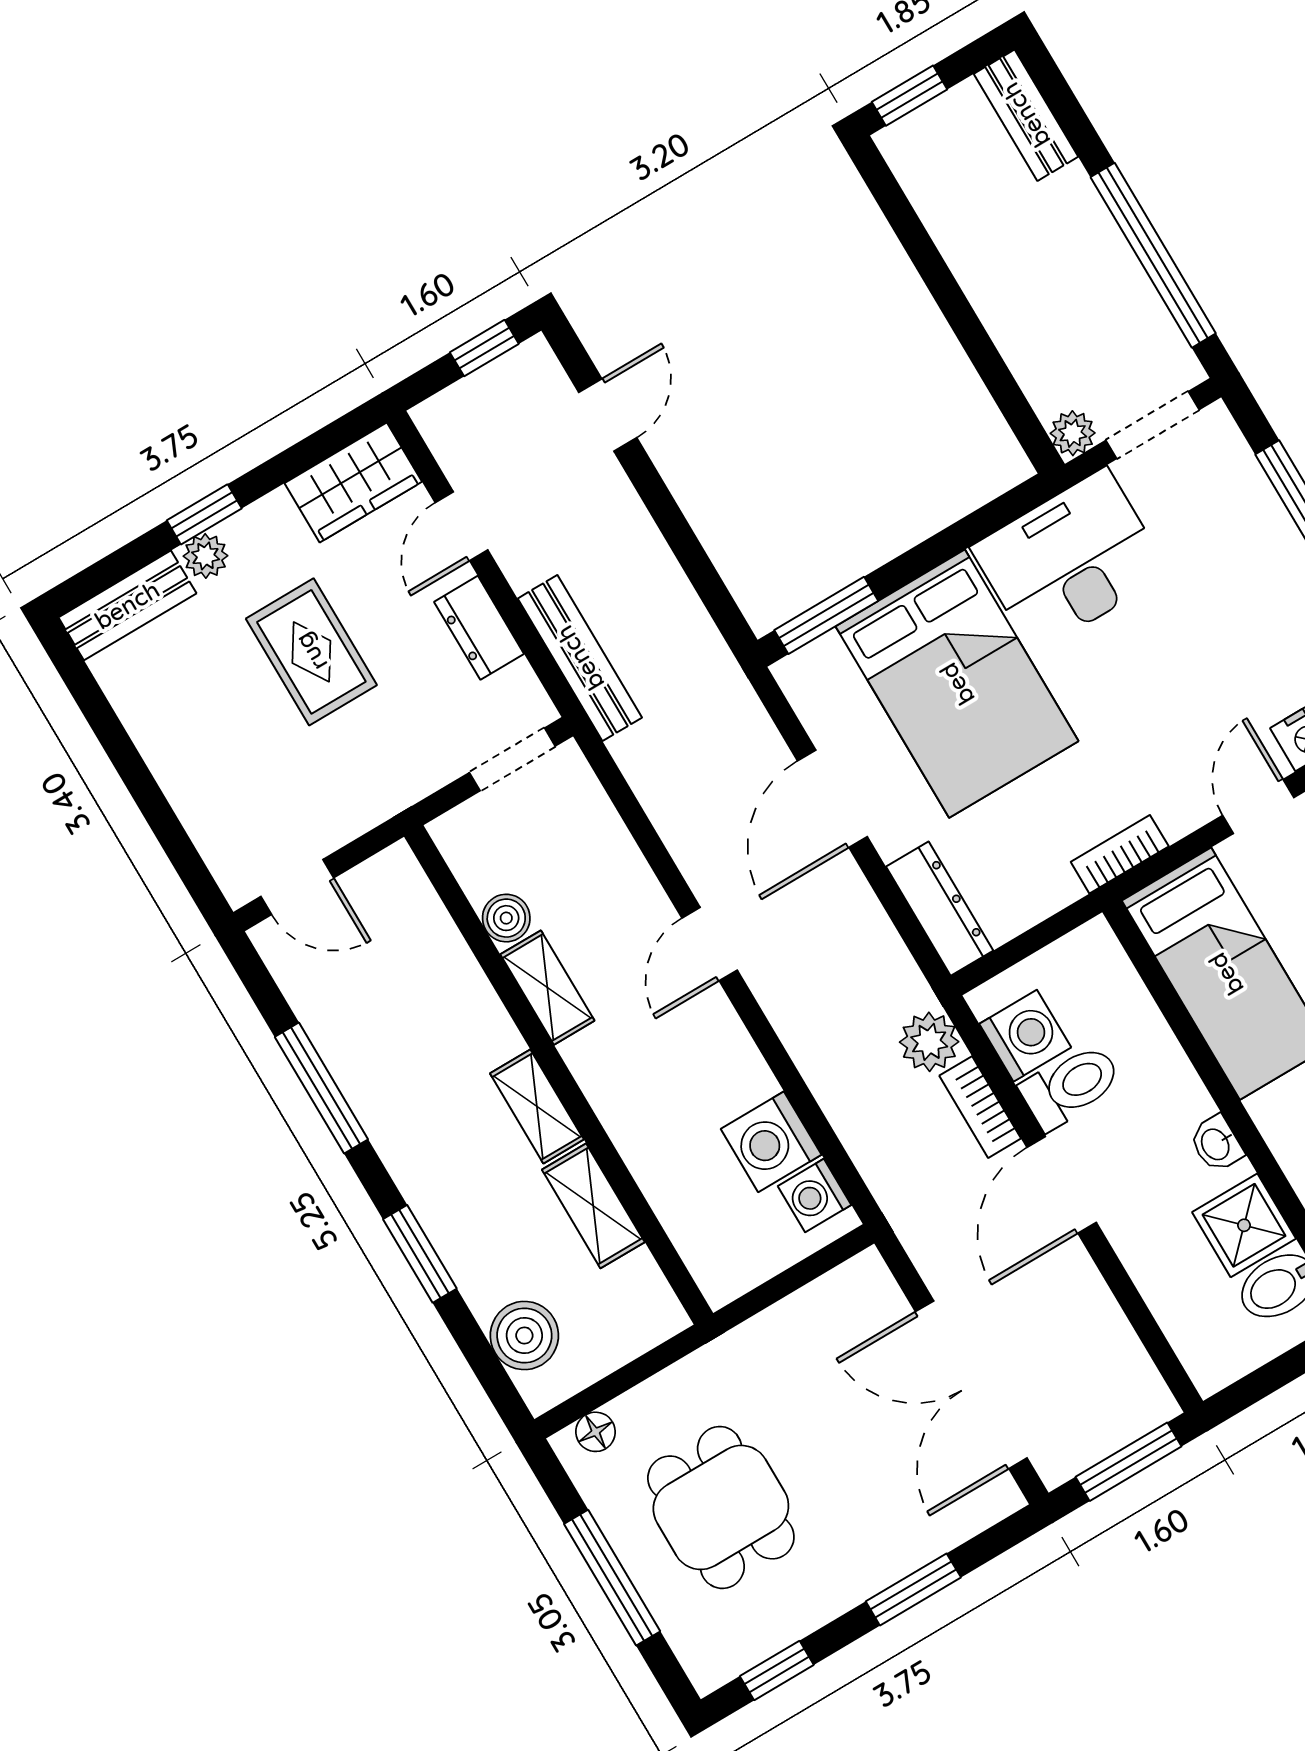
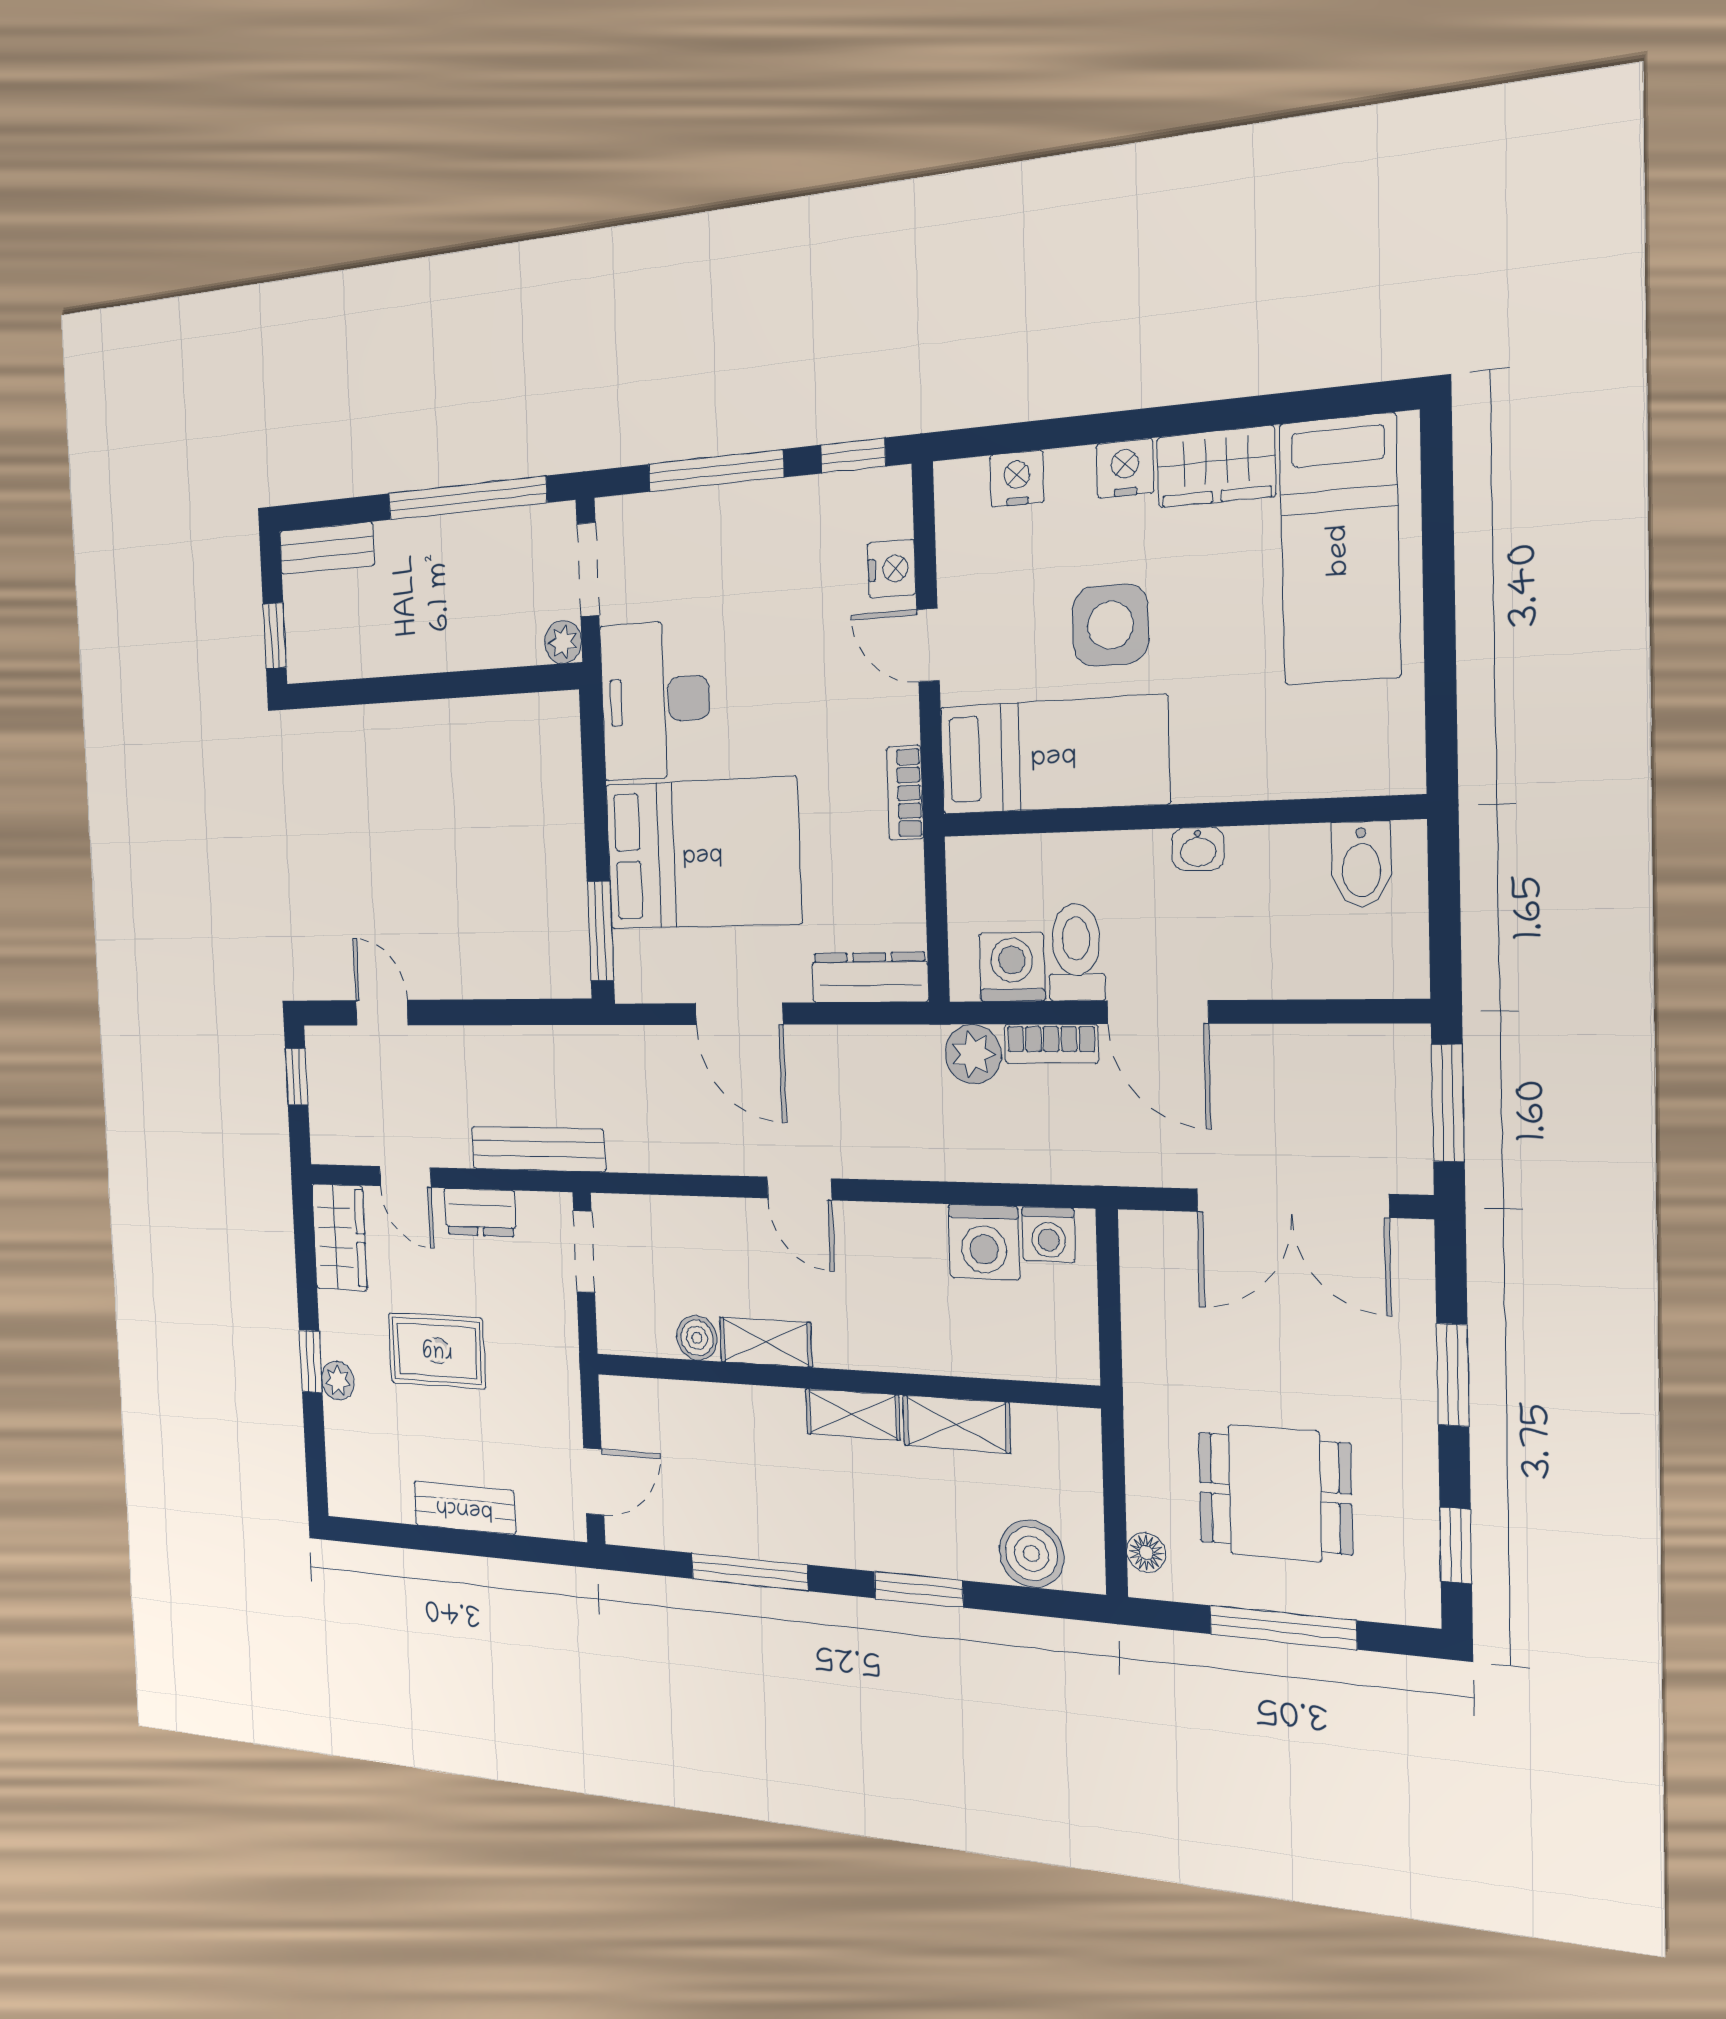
bench: (127, 605) -> (464, 1508), moved, turned 90
shower: (1244, 1225) -> (1286, 865), removed

